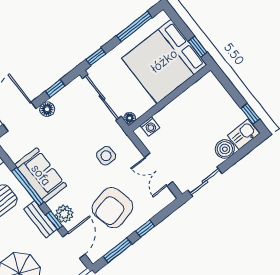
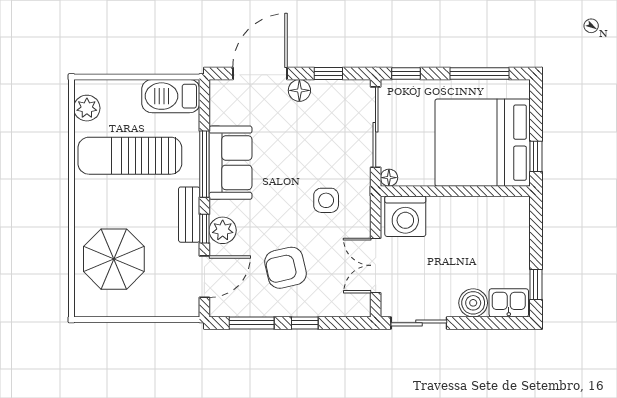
washing machine: (150, 127) -> (405, 216), width x1.89, depth x1.89
armchair: (112, 208) -> (286, 268), width x0.73, depth x0.73

